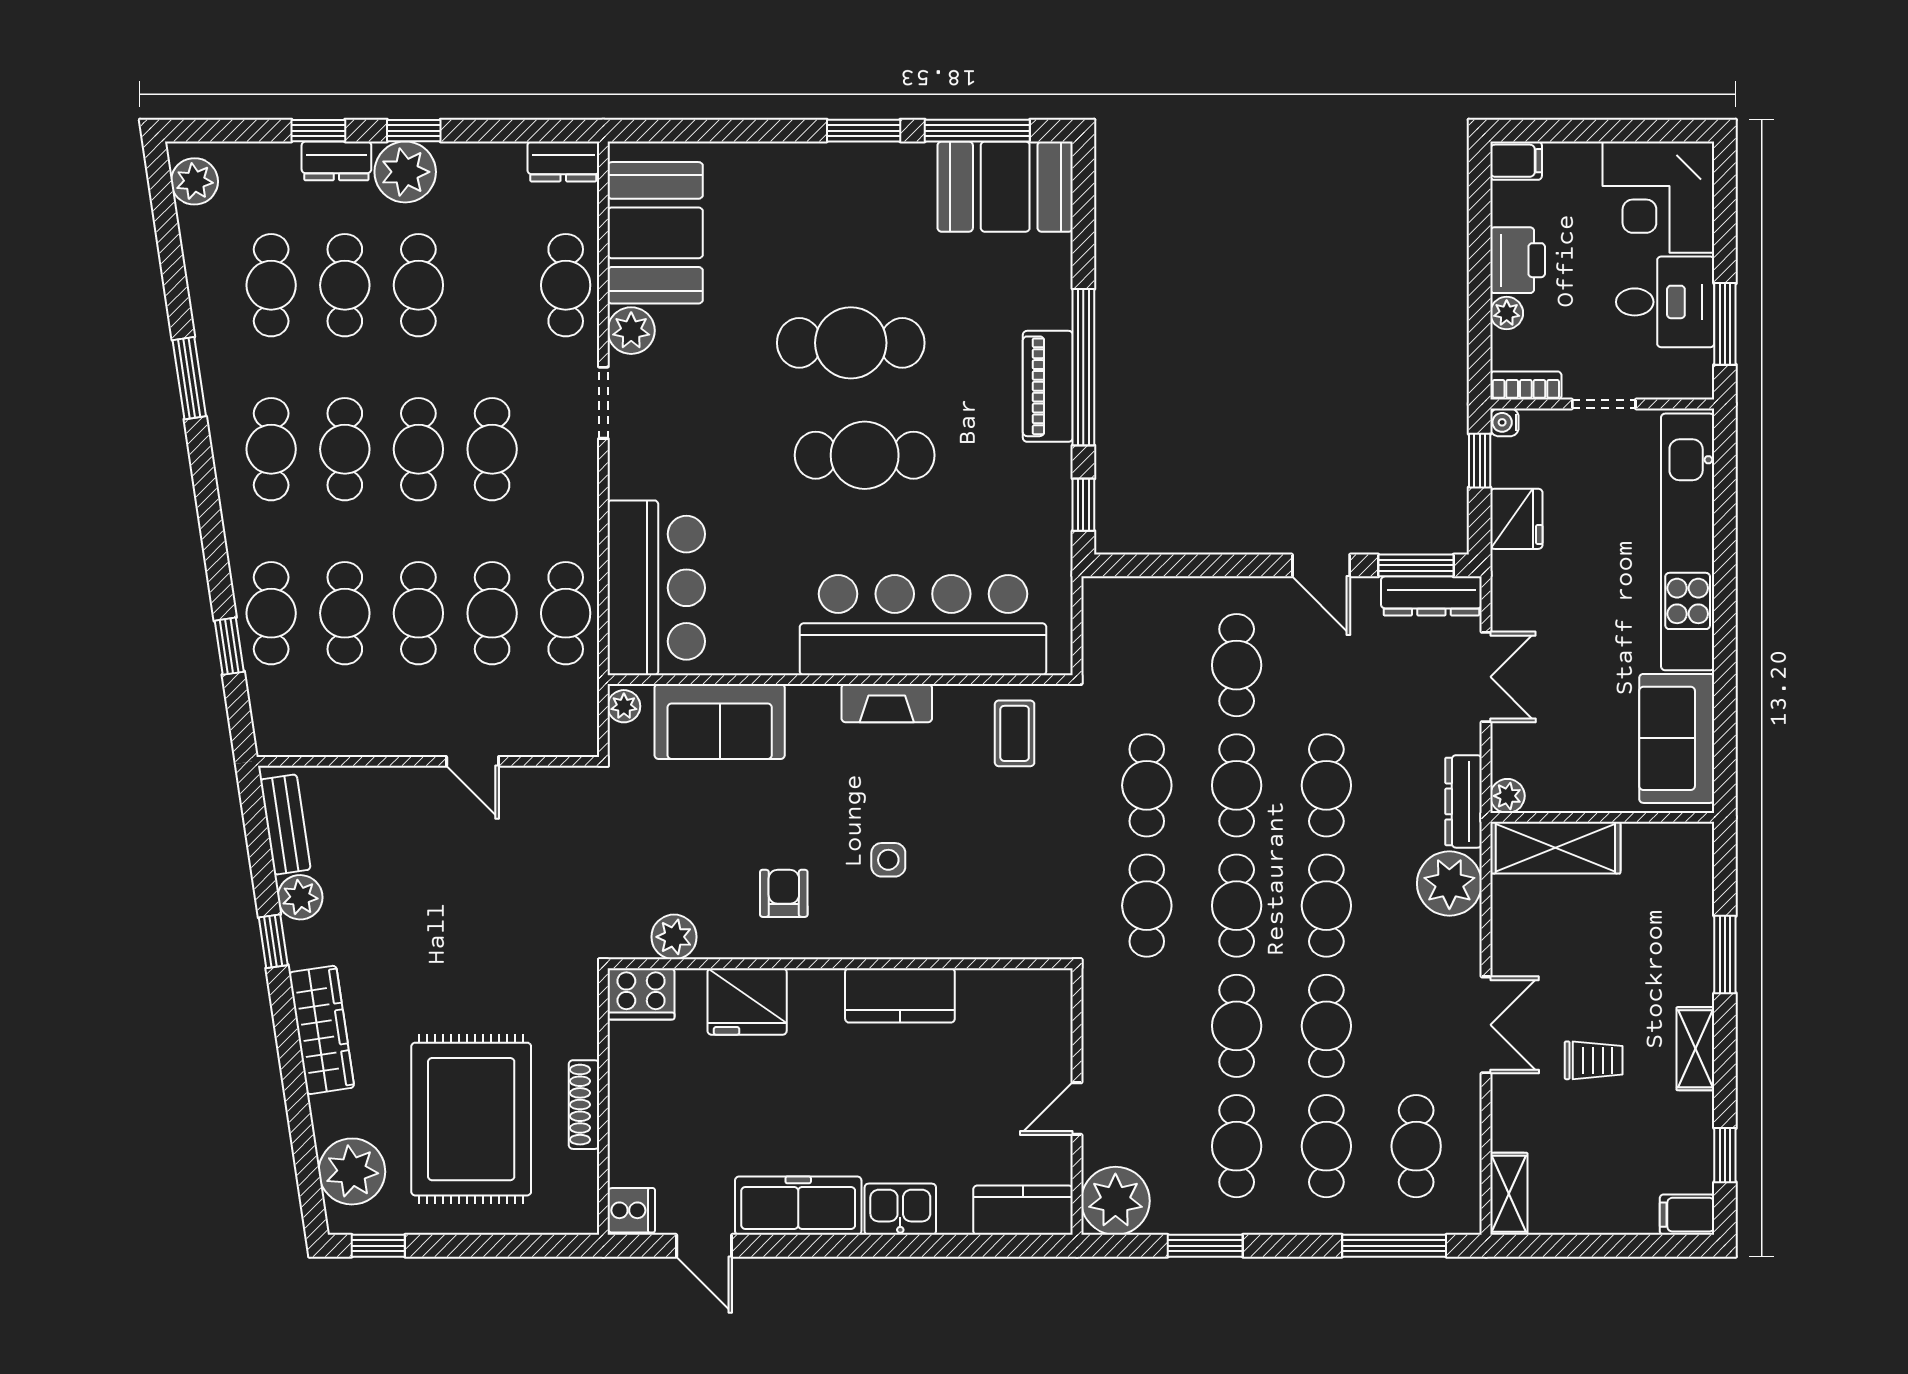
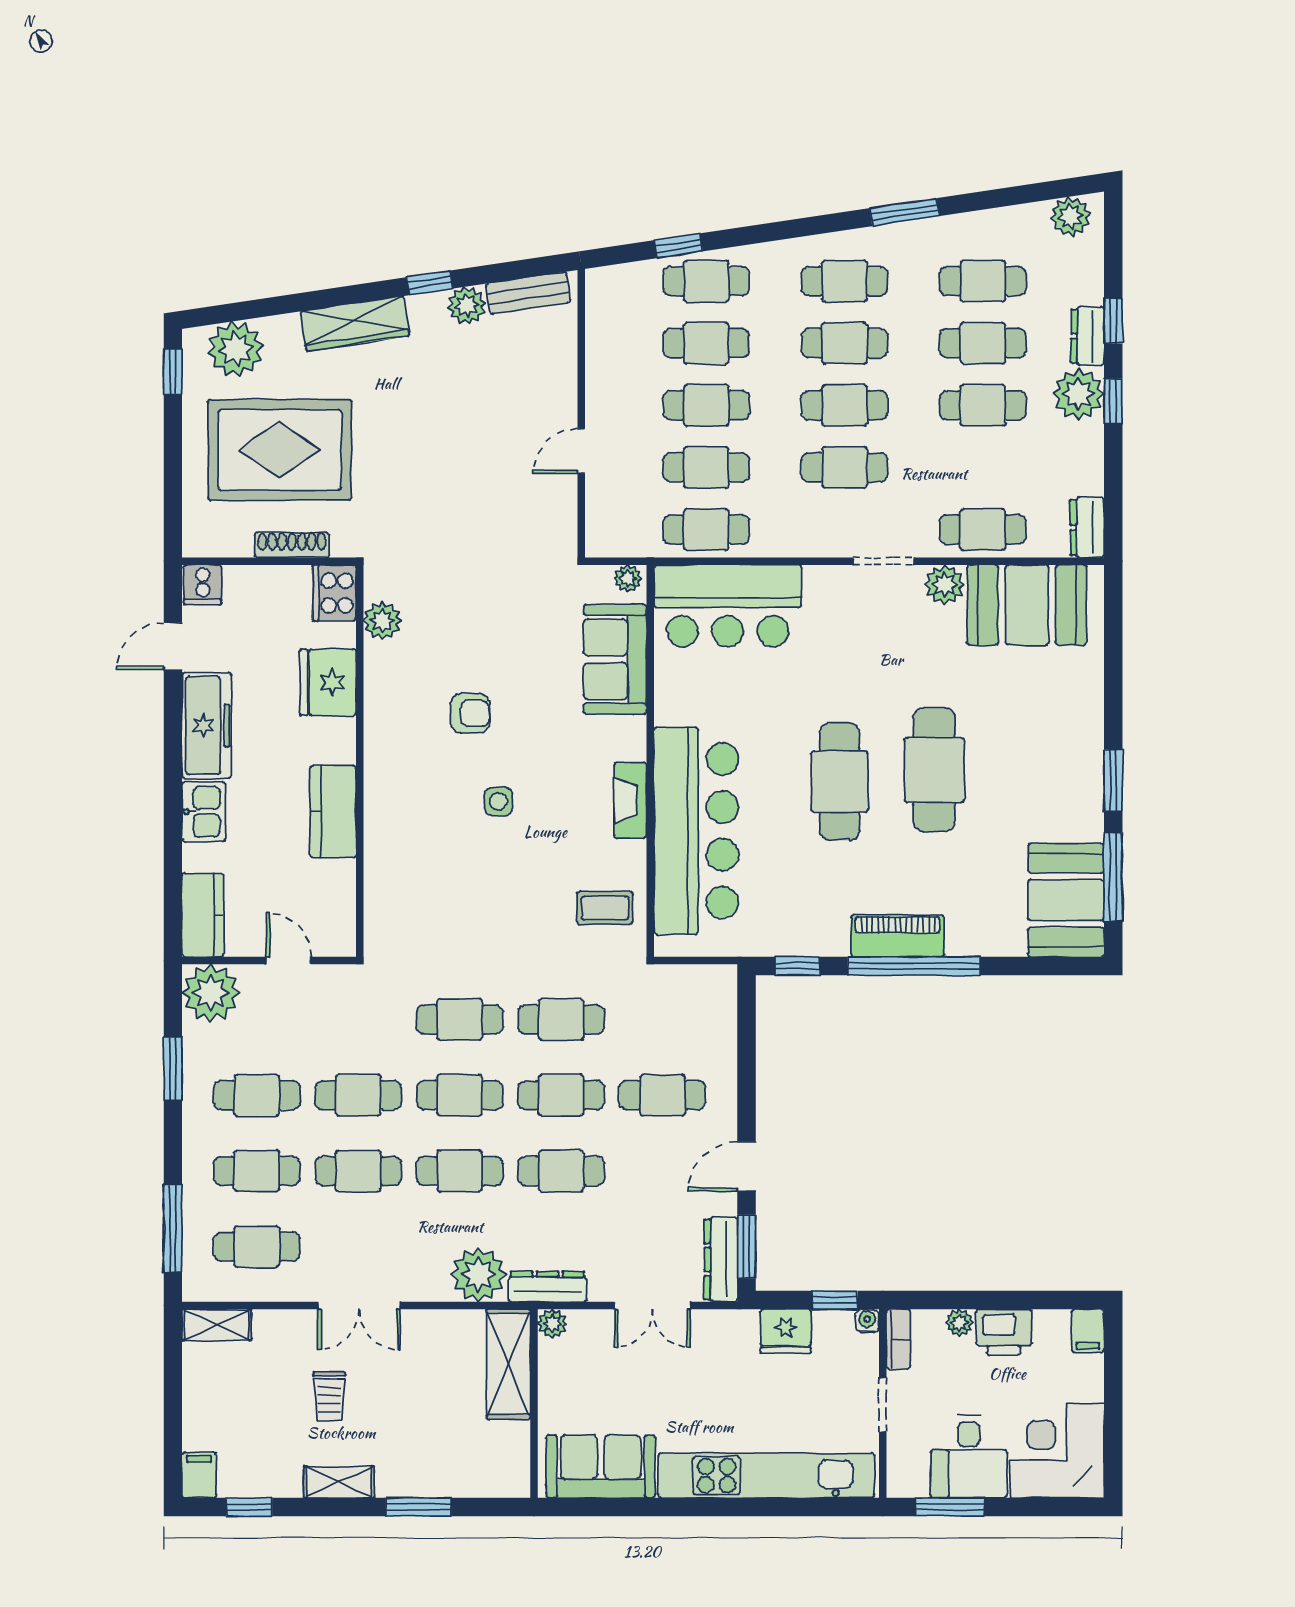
plant: (674, 937) -> (382, 621), moved
wall: (840, 964) -> (360, 761), moved
cooker: (641, 994) -> (334, 593), moved
kitchen counter: (900, 995) -> (333, 811), moved
fridge: (747, 1001) -> (328, 682), moved

